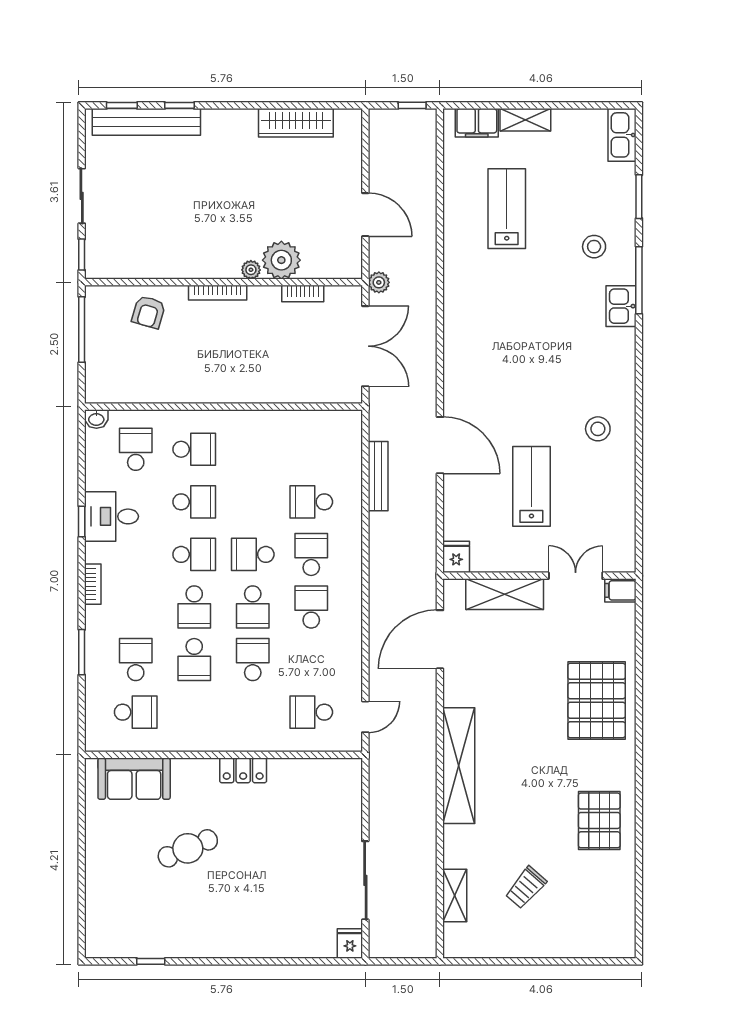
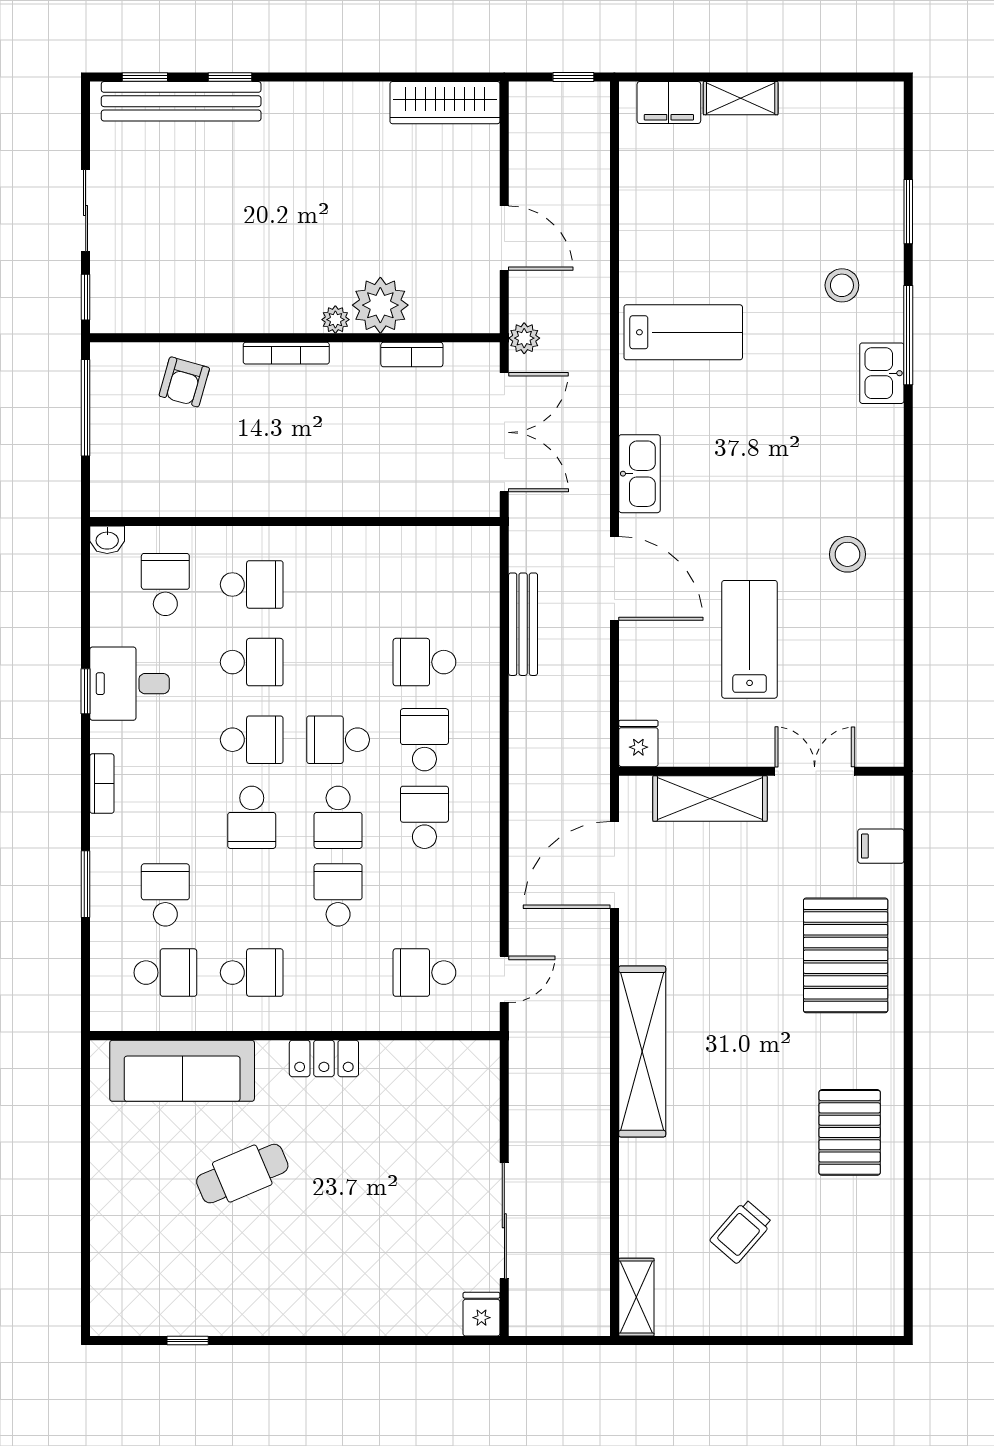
wardrobe: (296, 123) -> (445, 103), moved
kitchen sink: (622, 135) -> (639, 474), moved, turned 180
lab bench: (507, 209) -> (683, 332), moved, turned 90
filing cabinet: (620, 590) -> (881, 846), moved
school desk: (194, 660) -> (252, 973), moved, turned -90
sofa: (134, 779) -> (182, 1071), width x1.36
shelving: (455, 895) -> (636, 1297), moved

